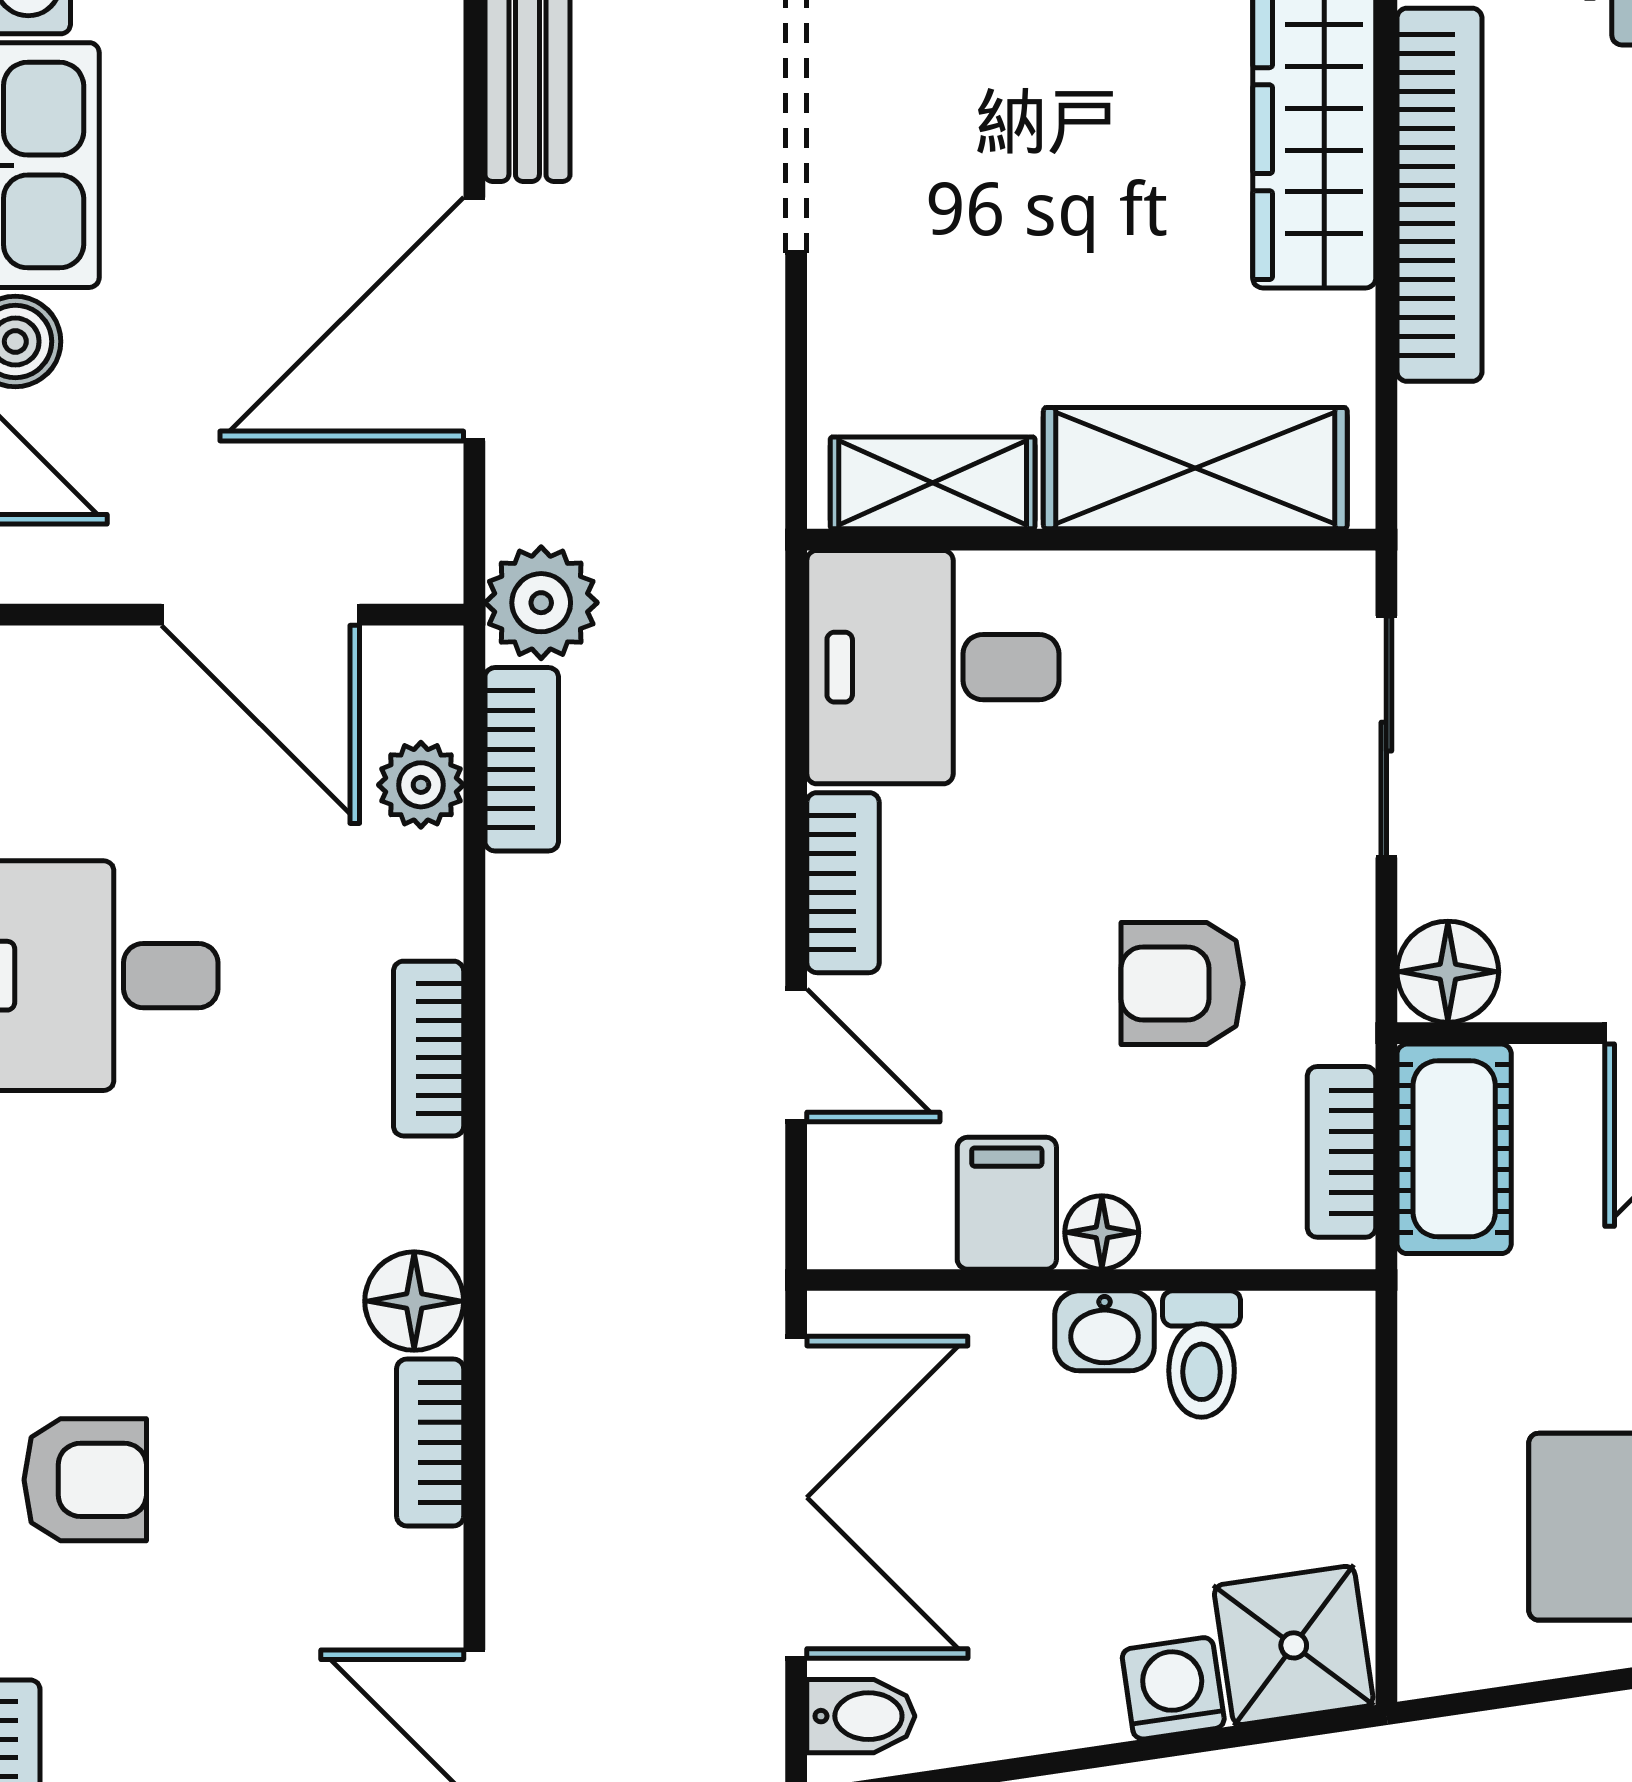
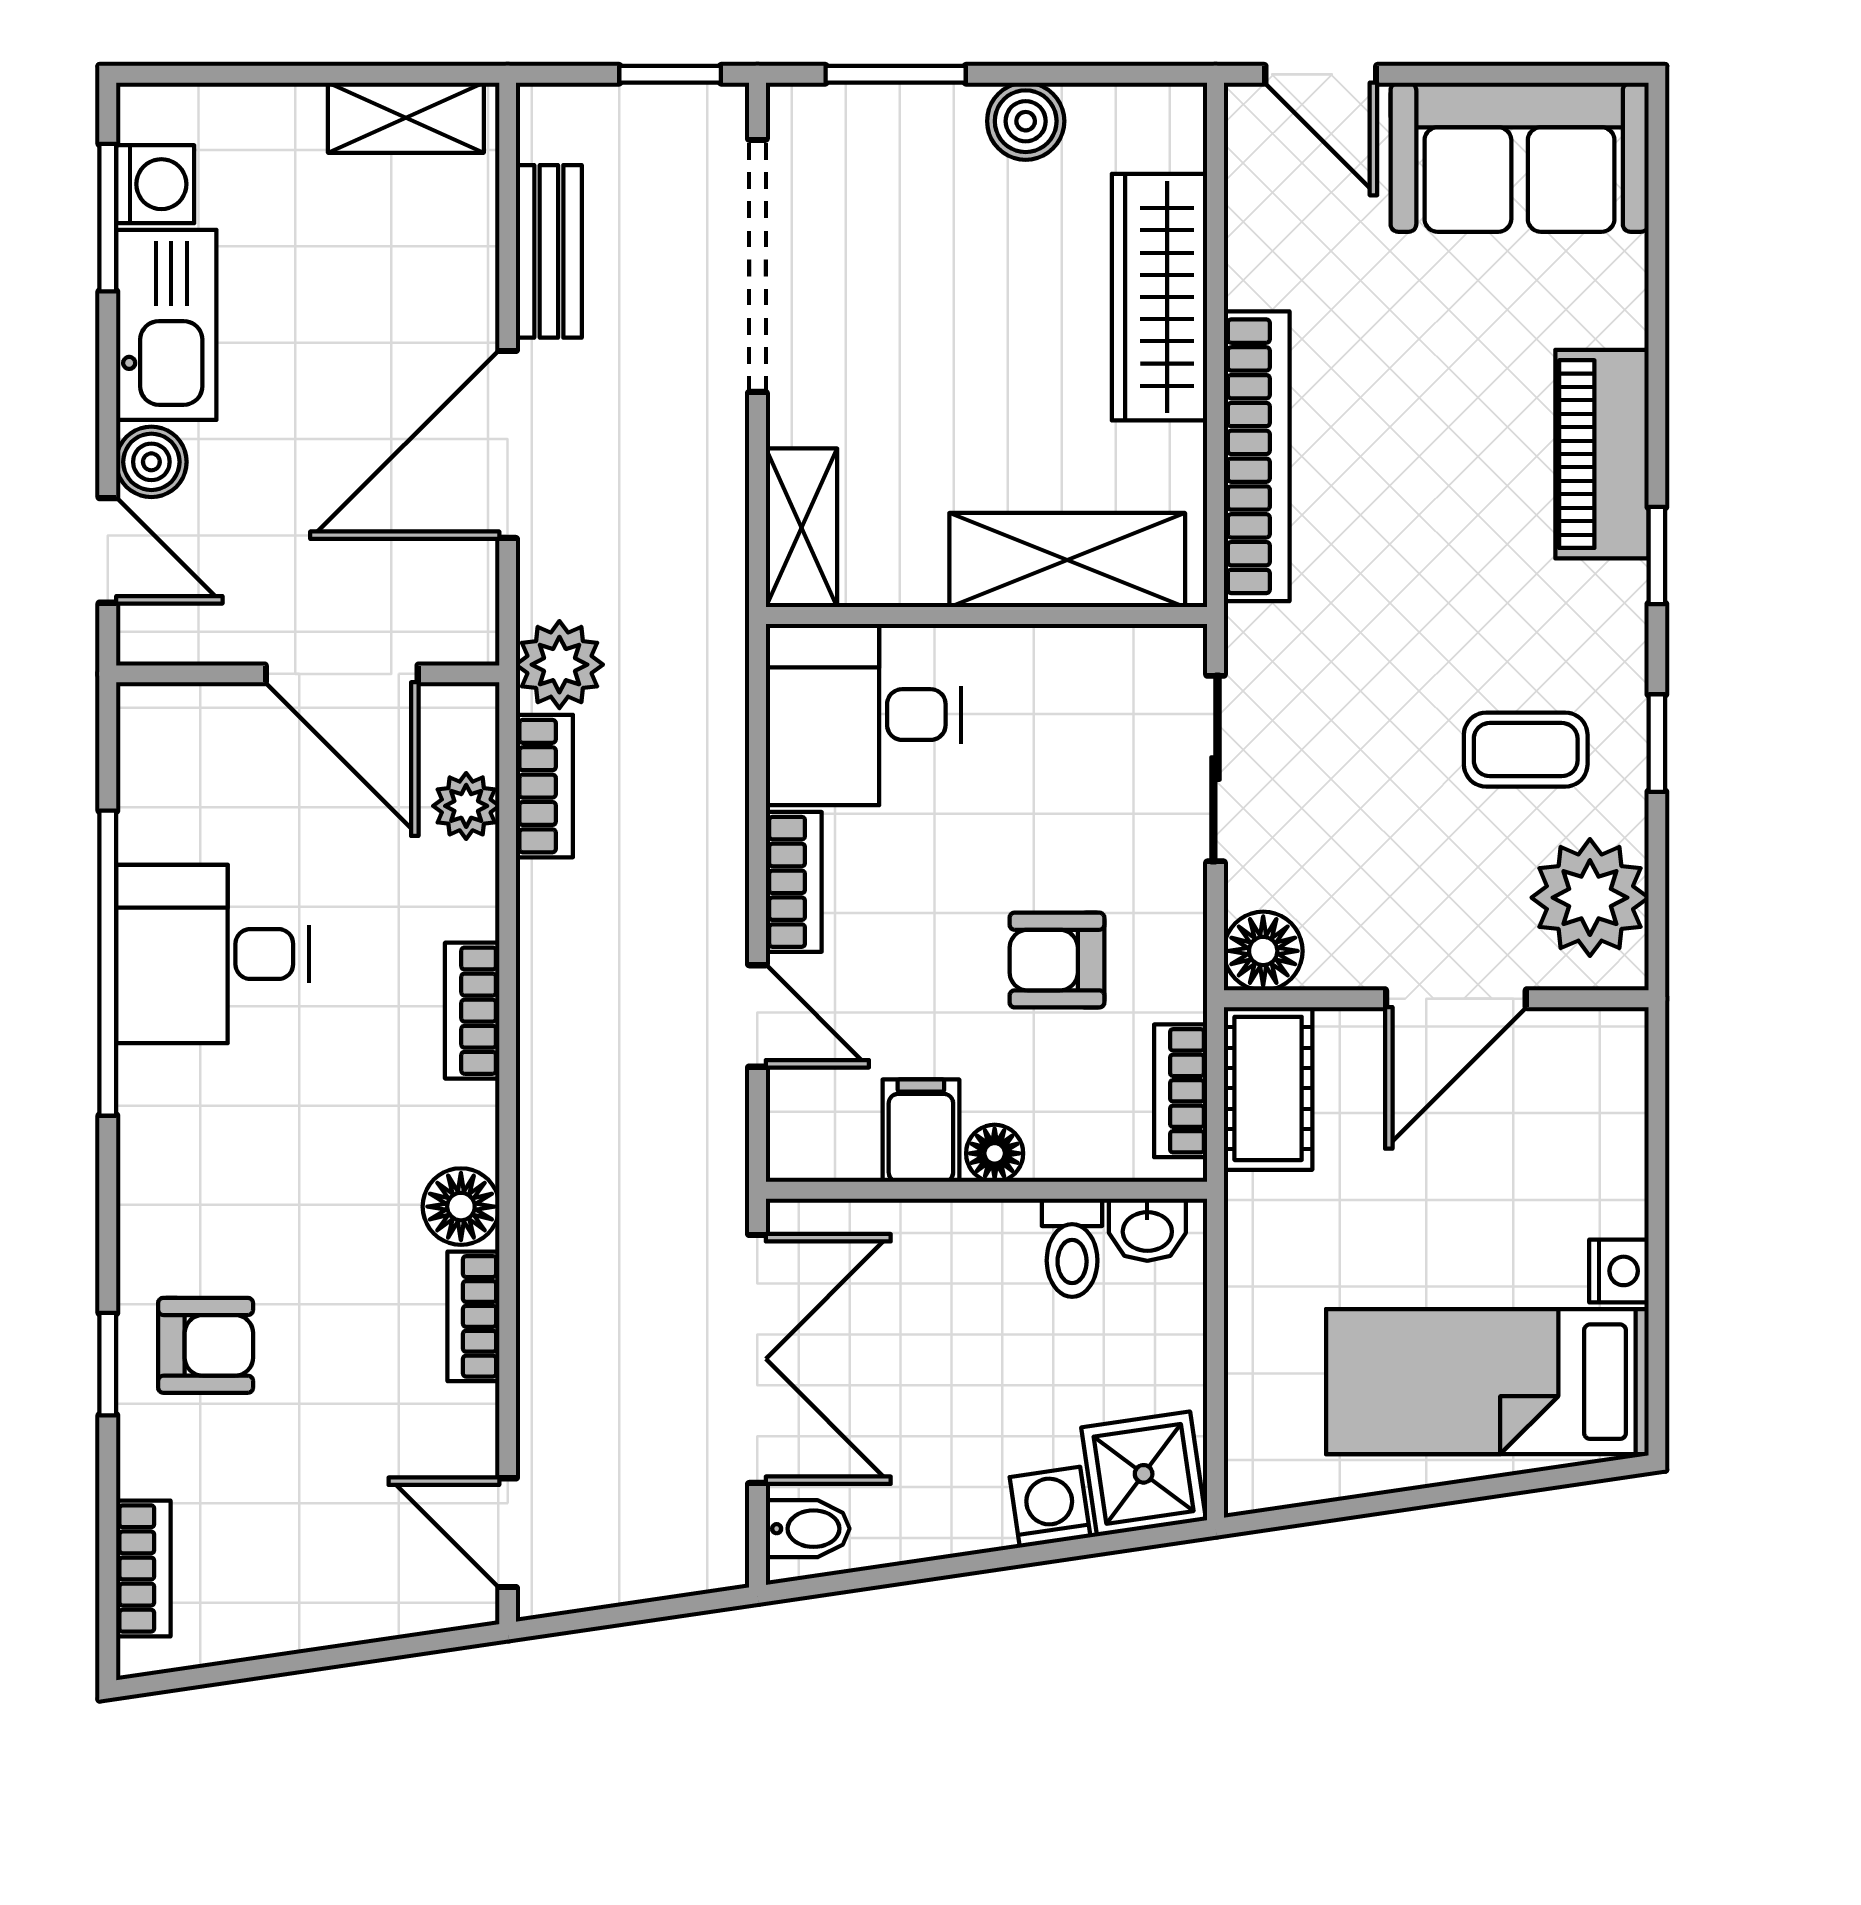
bookcase: (1439, 195) -> (1257, 456), moved
shelving: (933, 483) -> (801, 528), moved, turned 90
washbasin: (1105, 1331) -> (1147, 1230), moved

